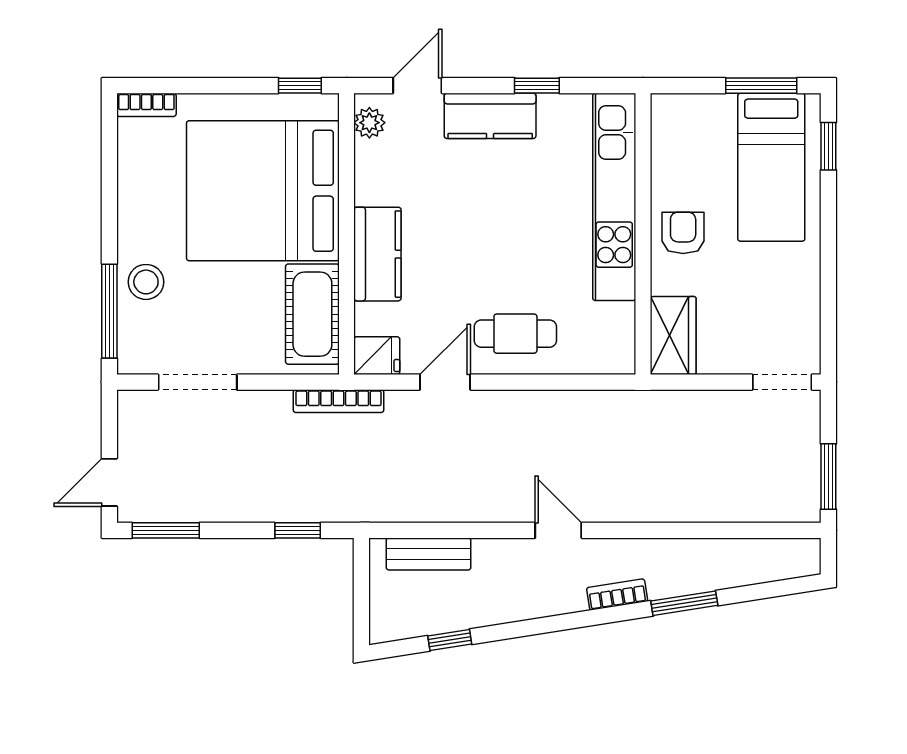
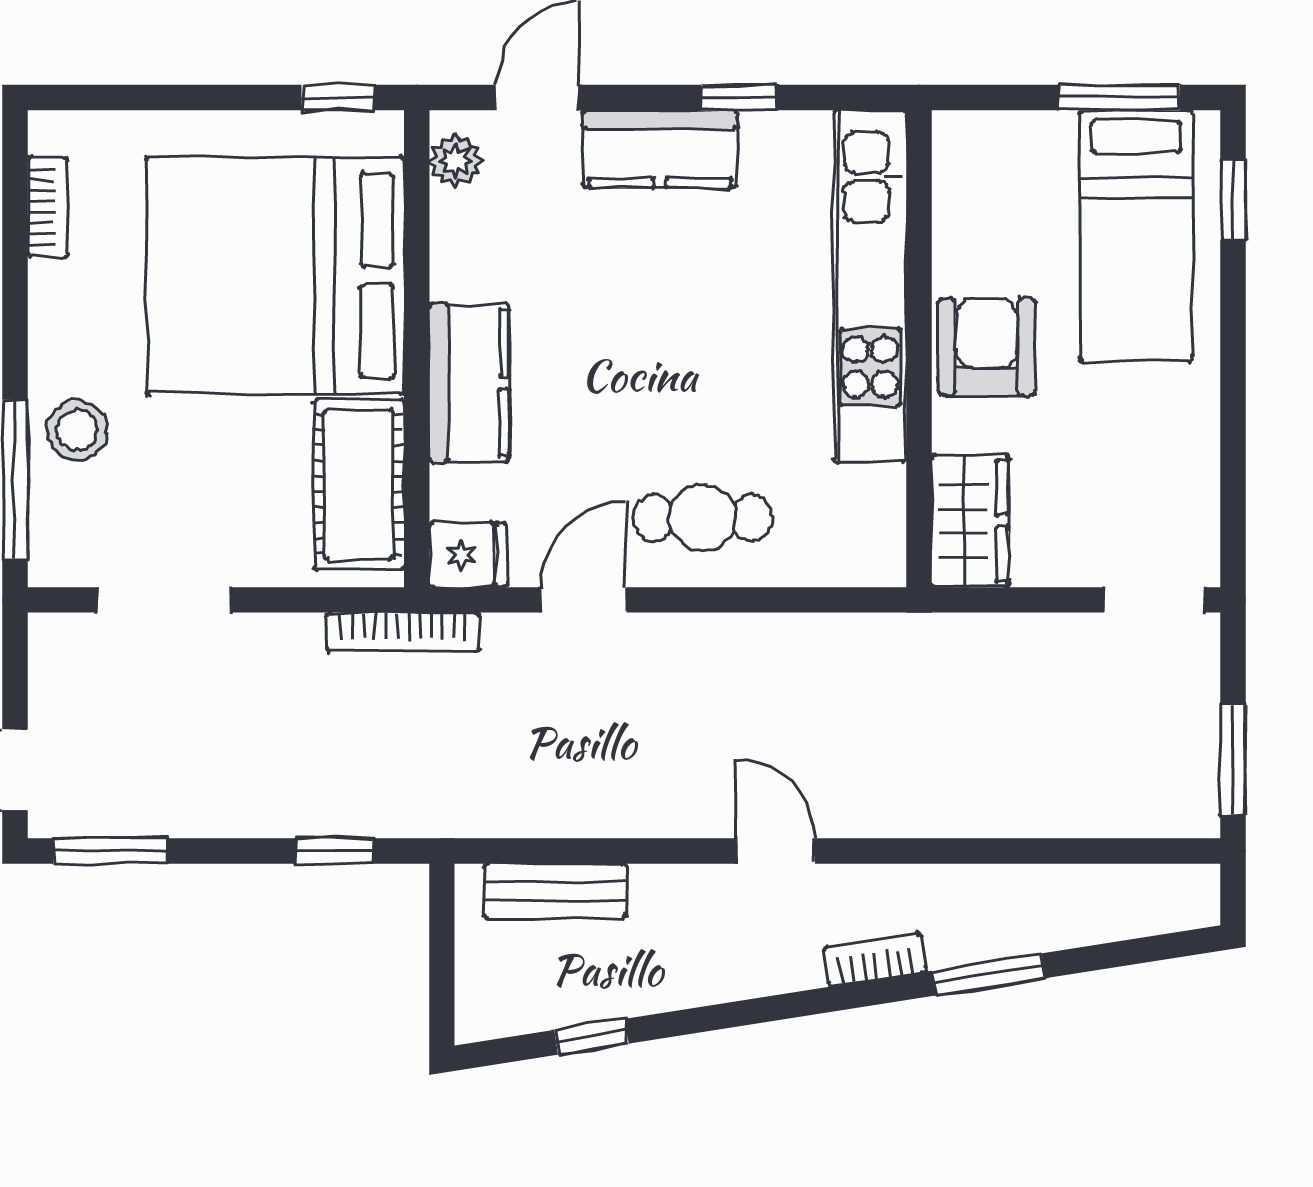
bookcase: (146, 105) -> (48, 207), moved, turned -90
armchair: (683, 233) -> (987, 347), width x1.38, depth x1.38

